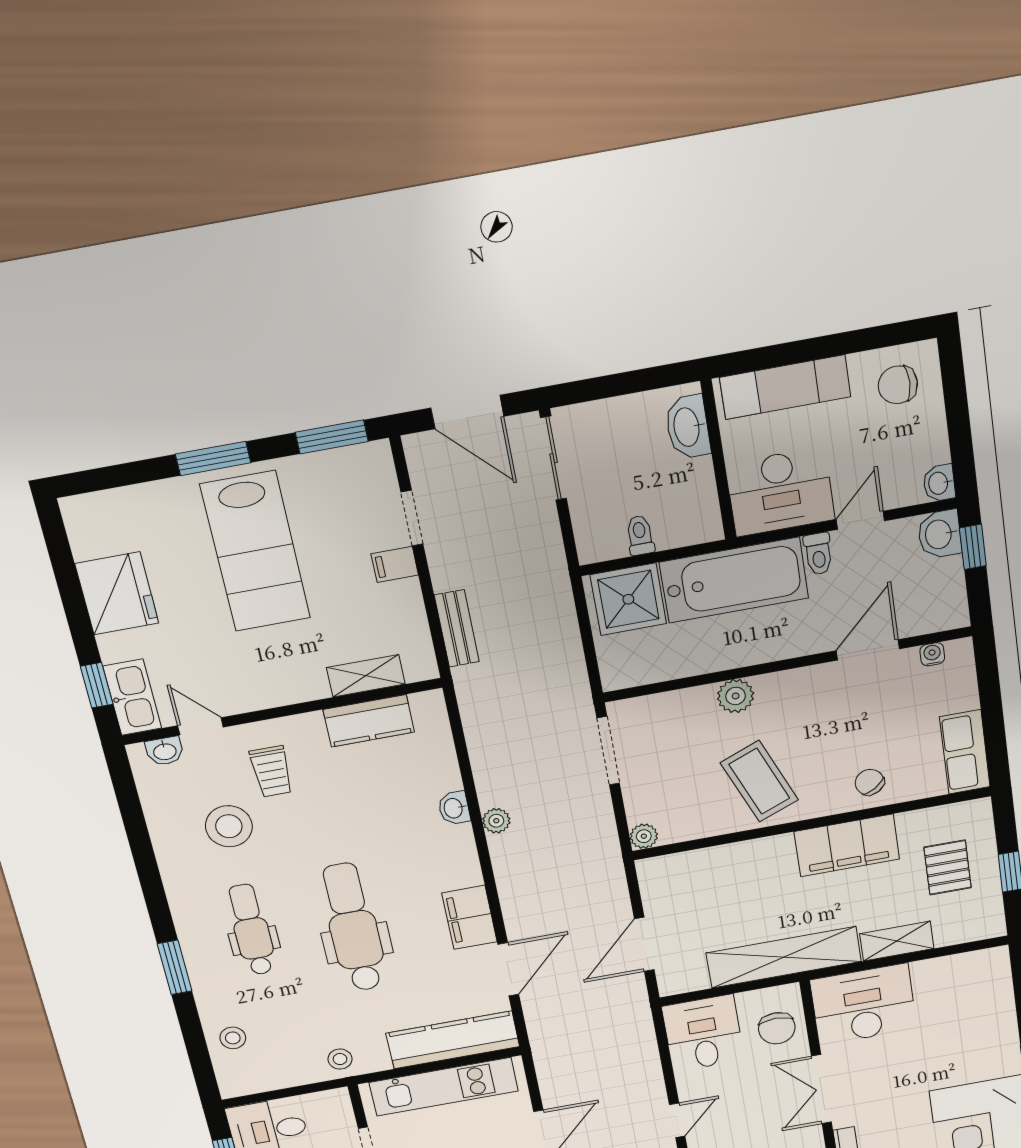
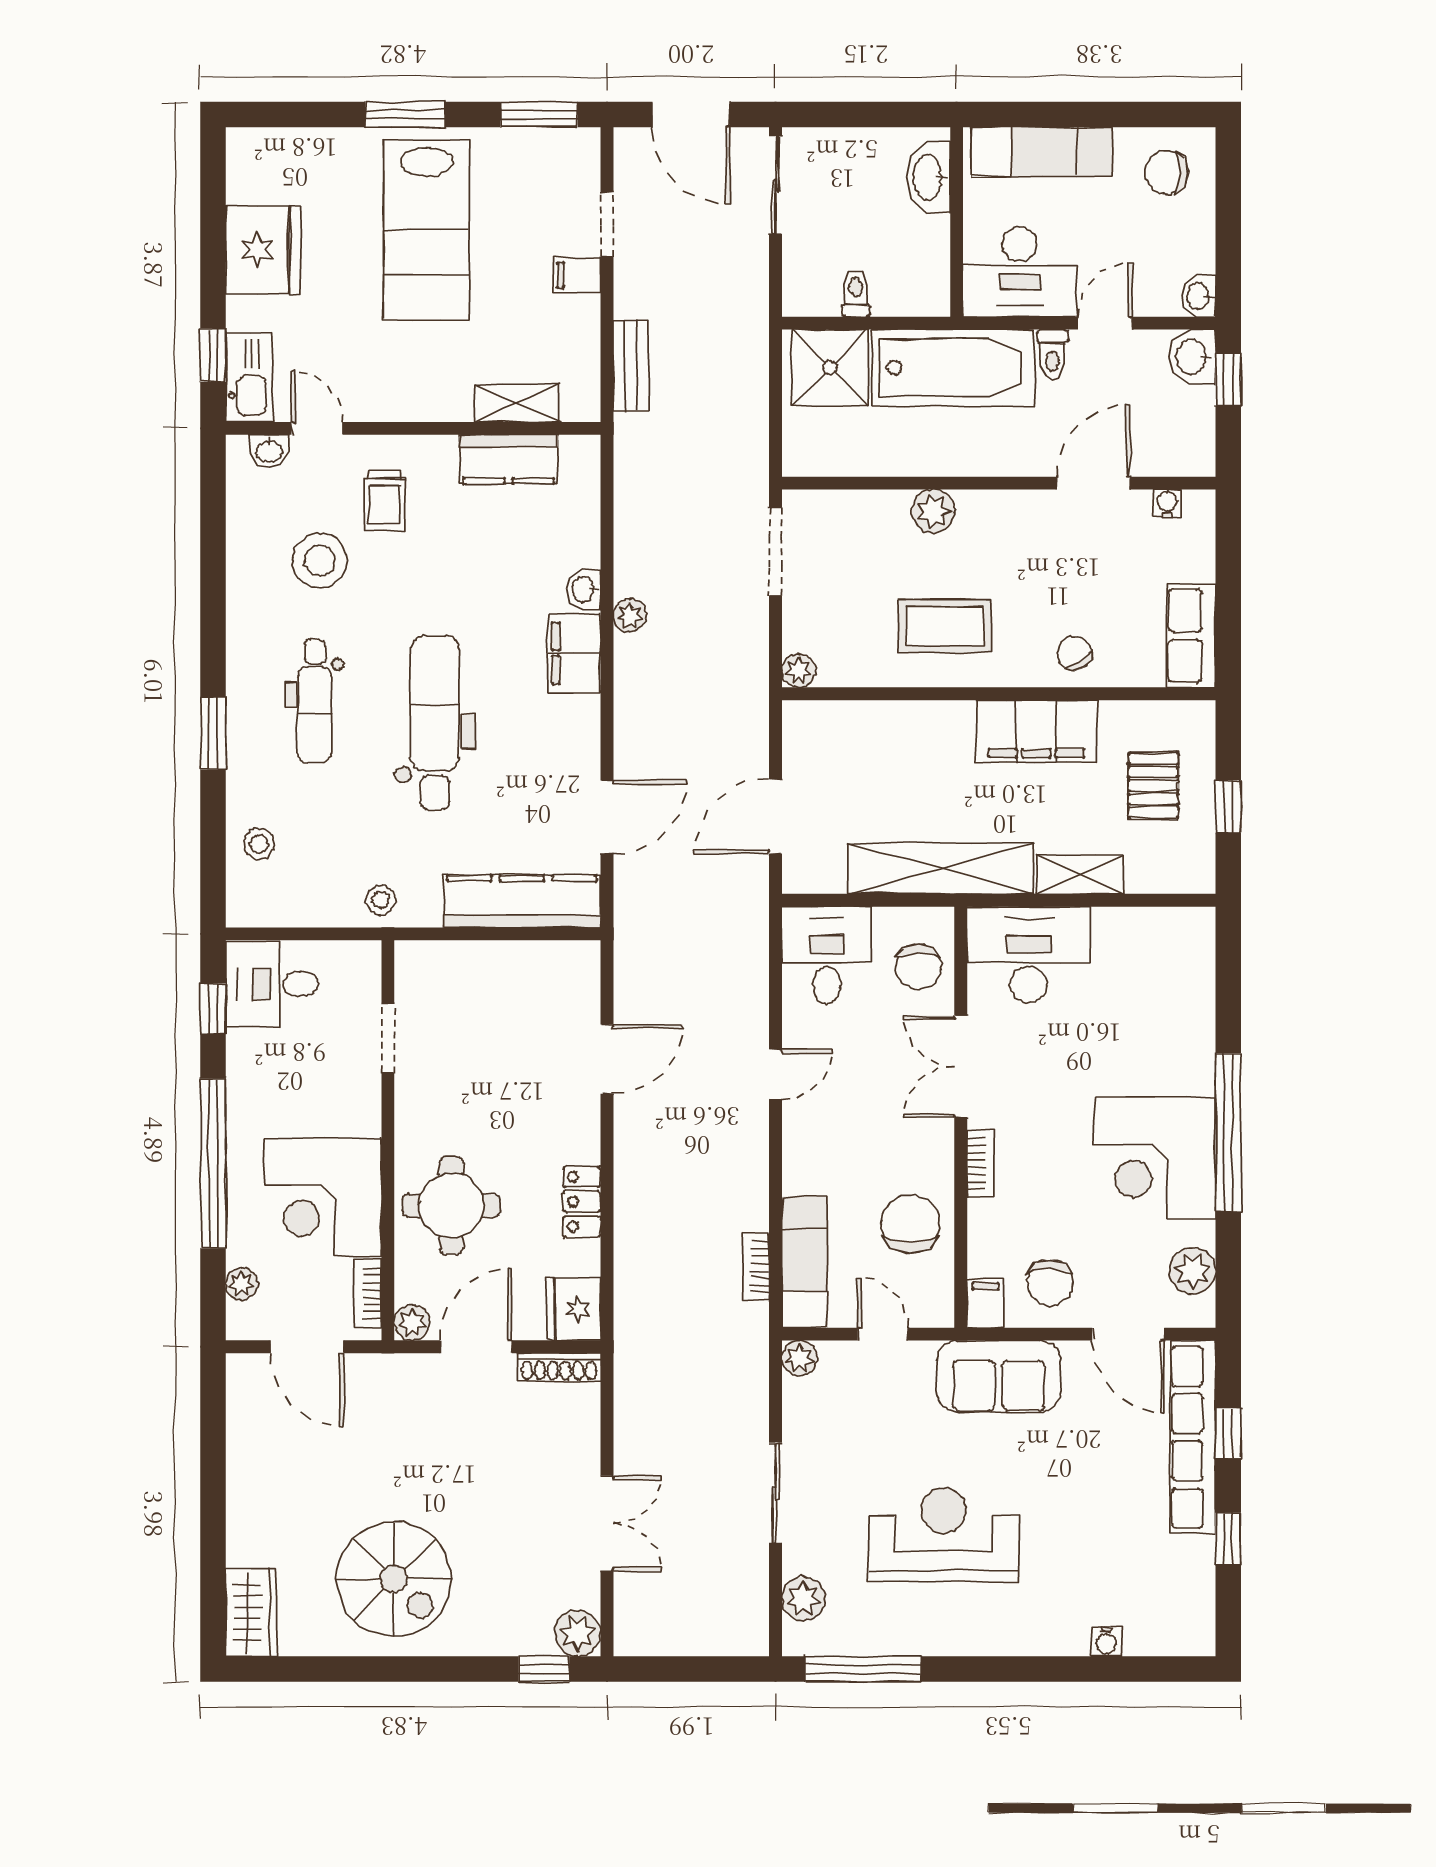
coffee table: (759, 781) -> (945, 626), turned -68
filing cabinet: (469, 917) -> (574, 653), moved
dental chair: (251, 930) -> (315, 701), turned 180
kitchen unit: (444, 1087) -> (498, 965), removed

